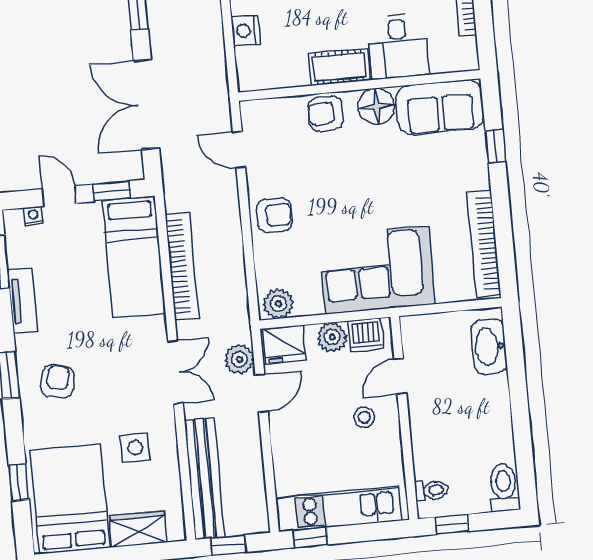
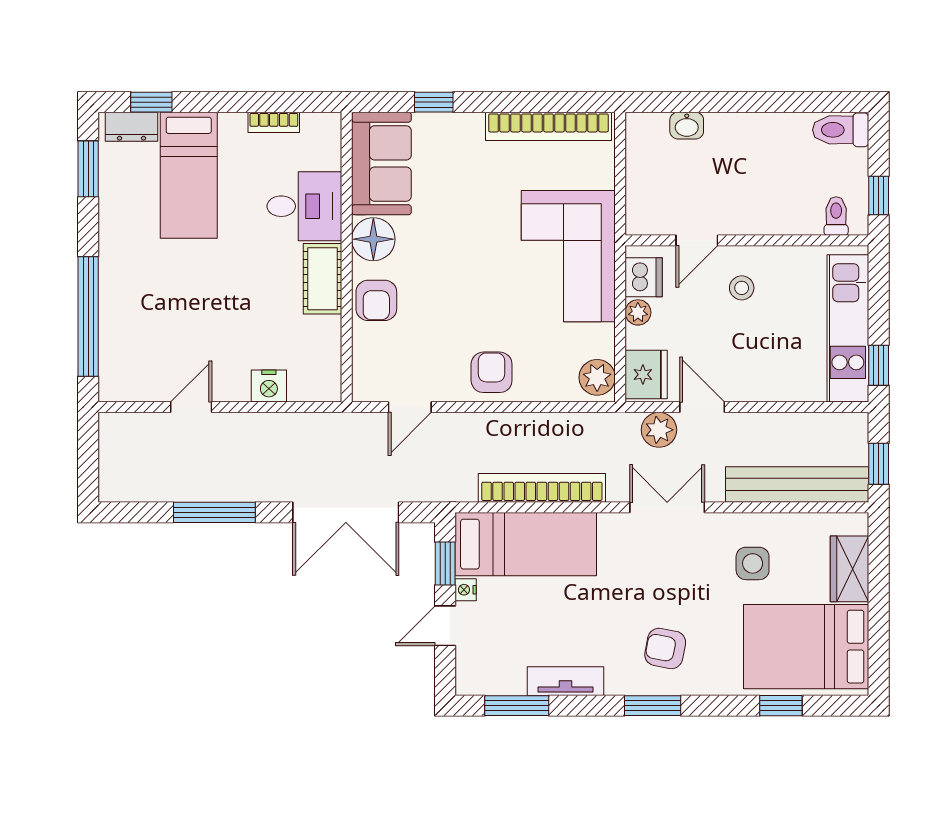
nightstand: (33, 216) -> (466, 590), moved
plant: (332, 337) -> (638, 312), width x0.73, depth x0.73
washbasin: (489, 347) -> (687, 126), width x0.52, depth x0.69
door: (400, 376) -> (697, 240), hinge flipped

